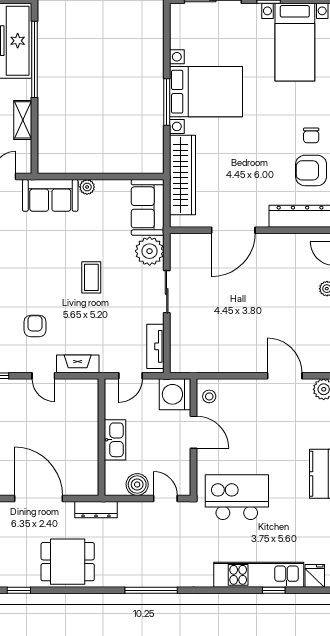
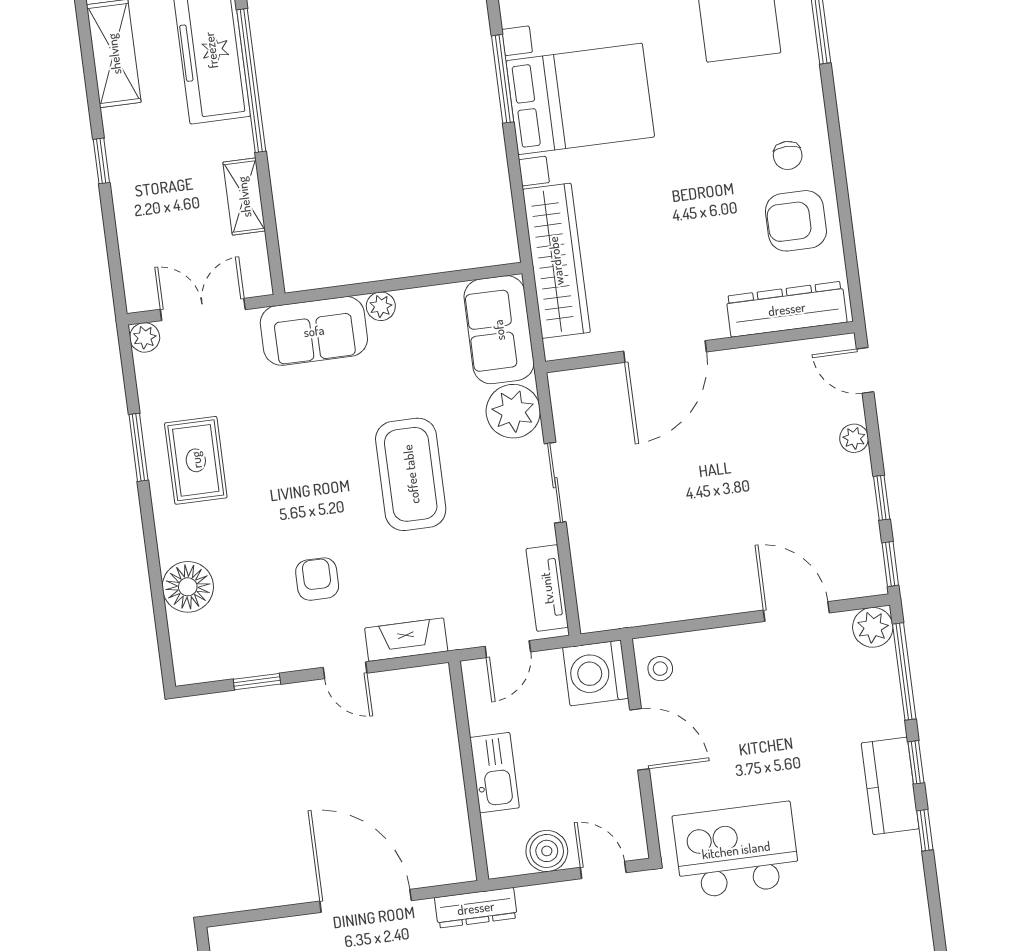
window: (167, 102) -> (503, 79), moved
coffee table: (91, 277) -> (411, 474), width x1.86, depth x1.72

